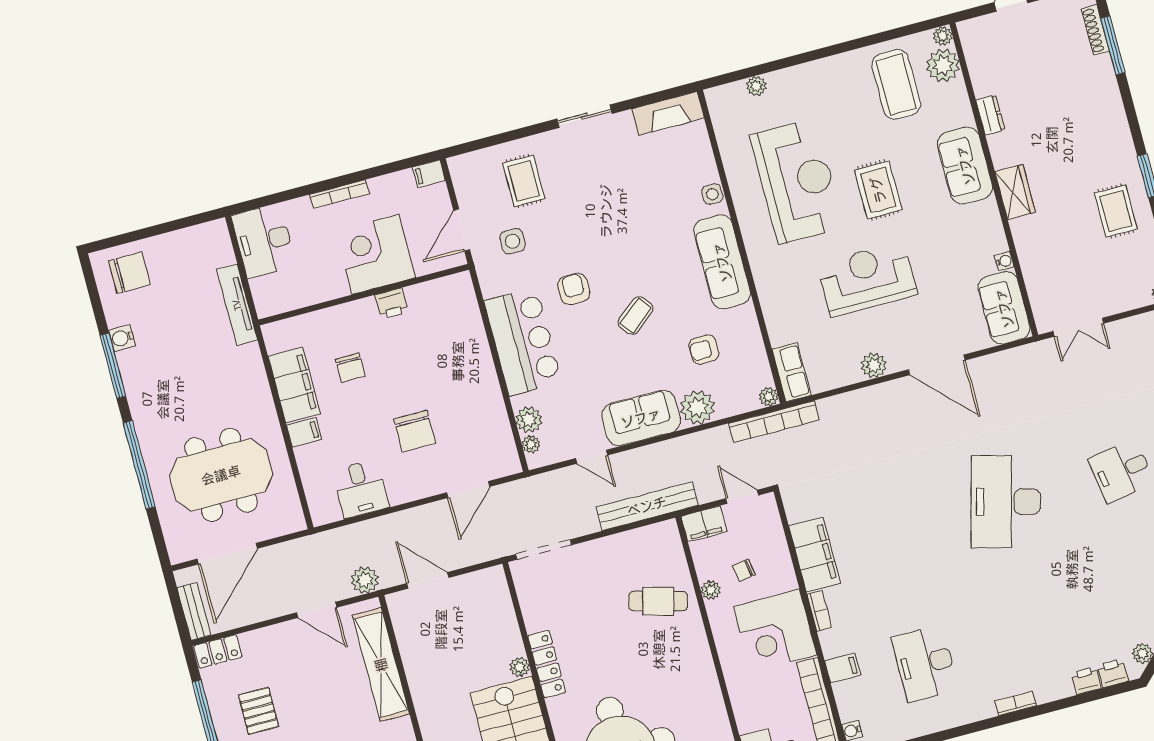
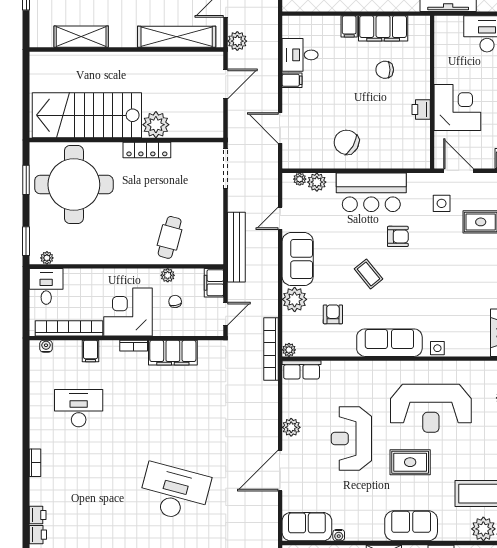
reception desk: (867, 279) -> (351, 438), turned 180
chair: (415, 431) -> (346, 142), moved, turned 30
filing cabinet: (398, 491) -> (292, 80), added
plant: (520, 667) -> (156, 125), width x1.87, depth x1.87

